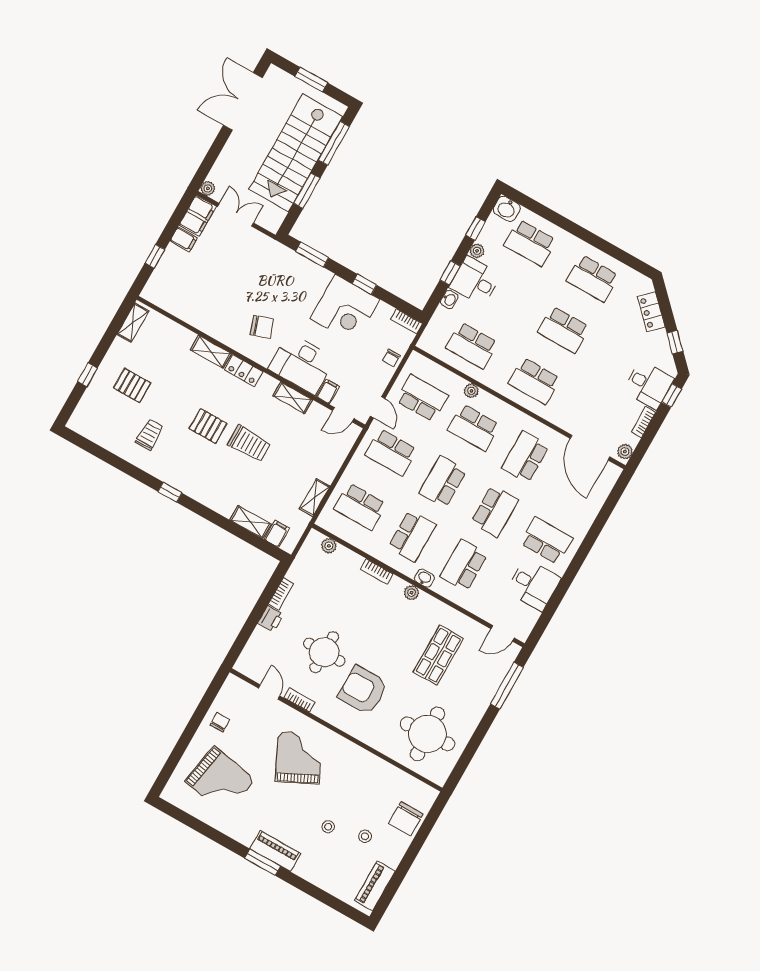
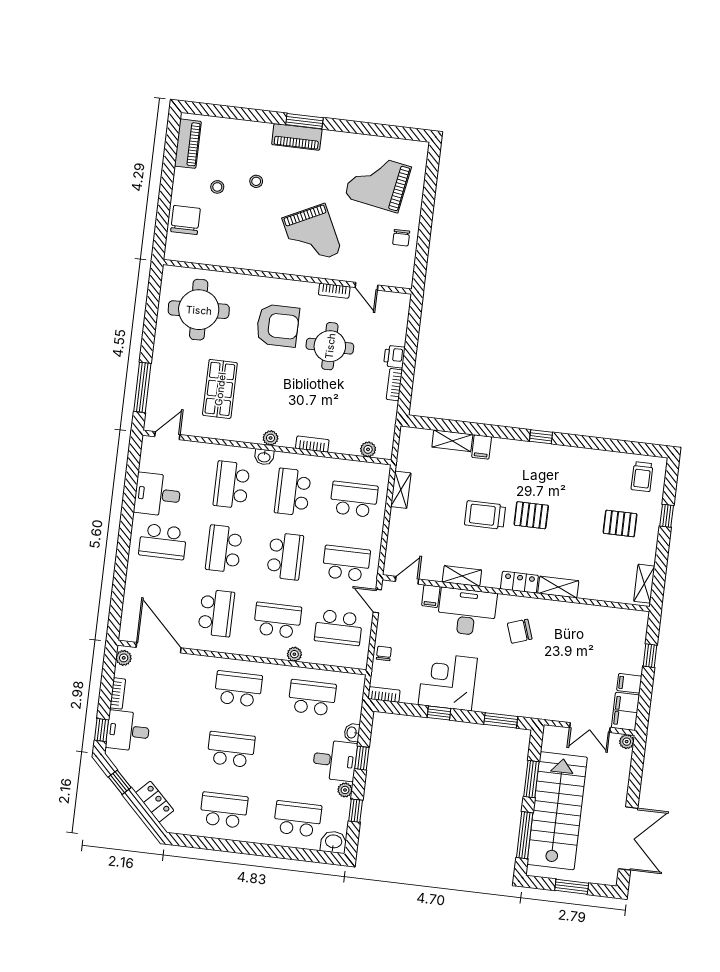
trolley: (149, 435) -> (642, 477), moved
filing cabinet: (277, 534) -> (482, 447), moved
school desk: (464, 565) -> (232, 485), turned 180

